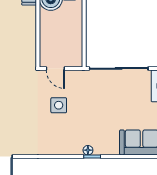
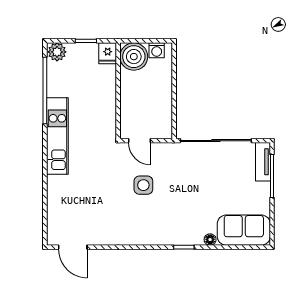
floor lamp: (88, 150) -> (210, 240), moved

